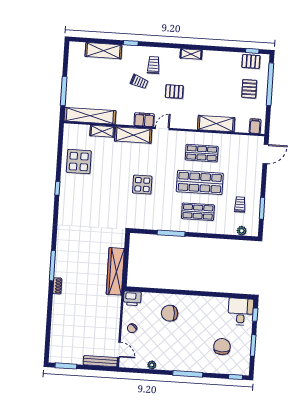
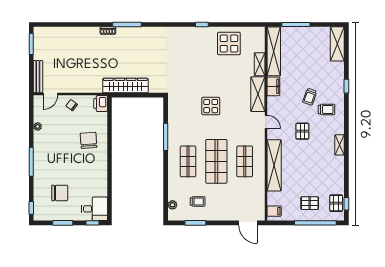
shelving: (103, 51) -> (337, 44), moved
filing cabinet: (144, 120) -> (273, 86), moved
shelving: (216, 124) -> (274, 165), width x1.47

